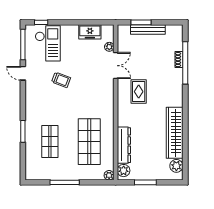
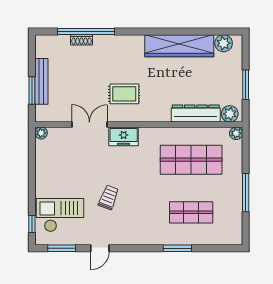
freezer: (90, 32) -> (124, 136), moved, turned 90
window: (23, 45) -> (62, 248), width x0.69
plant: (109, 47) -> (41, 133), moved

